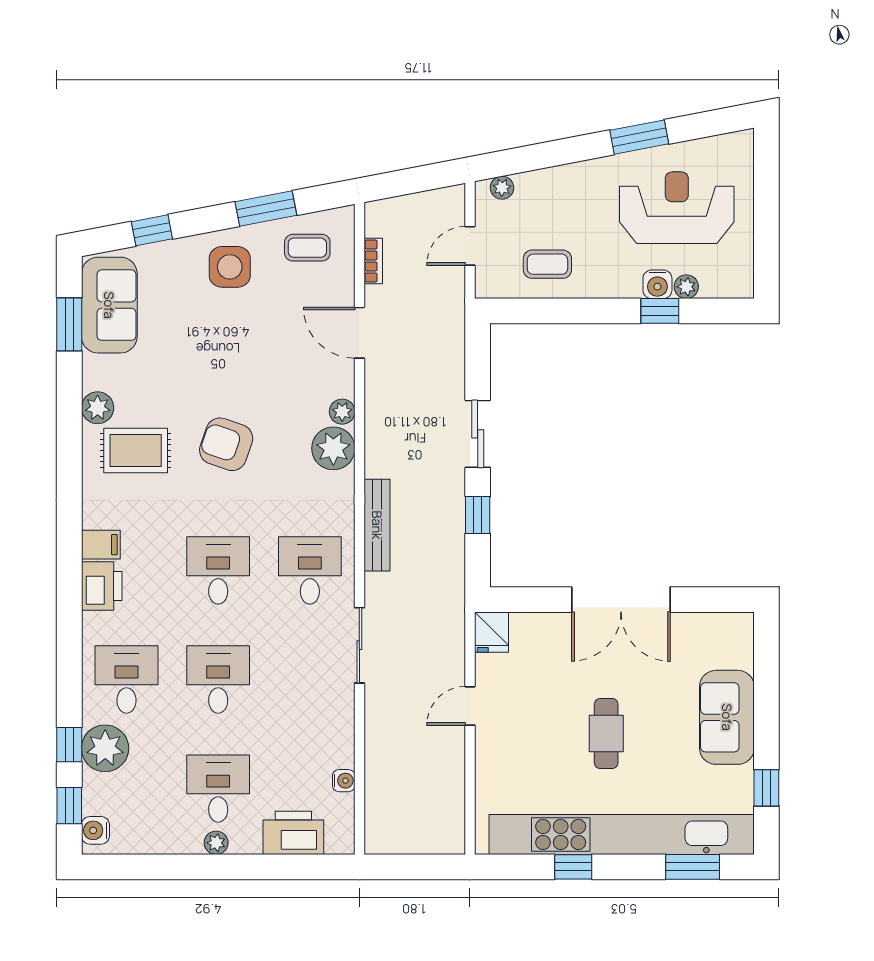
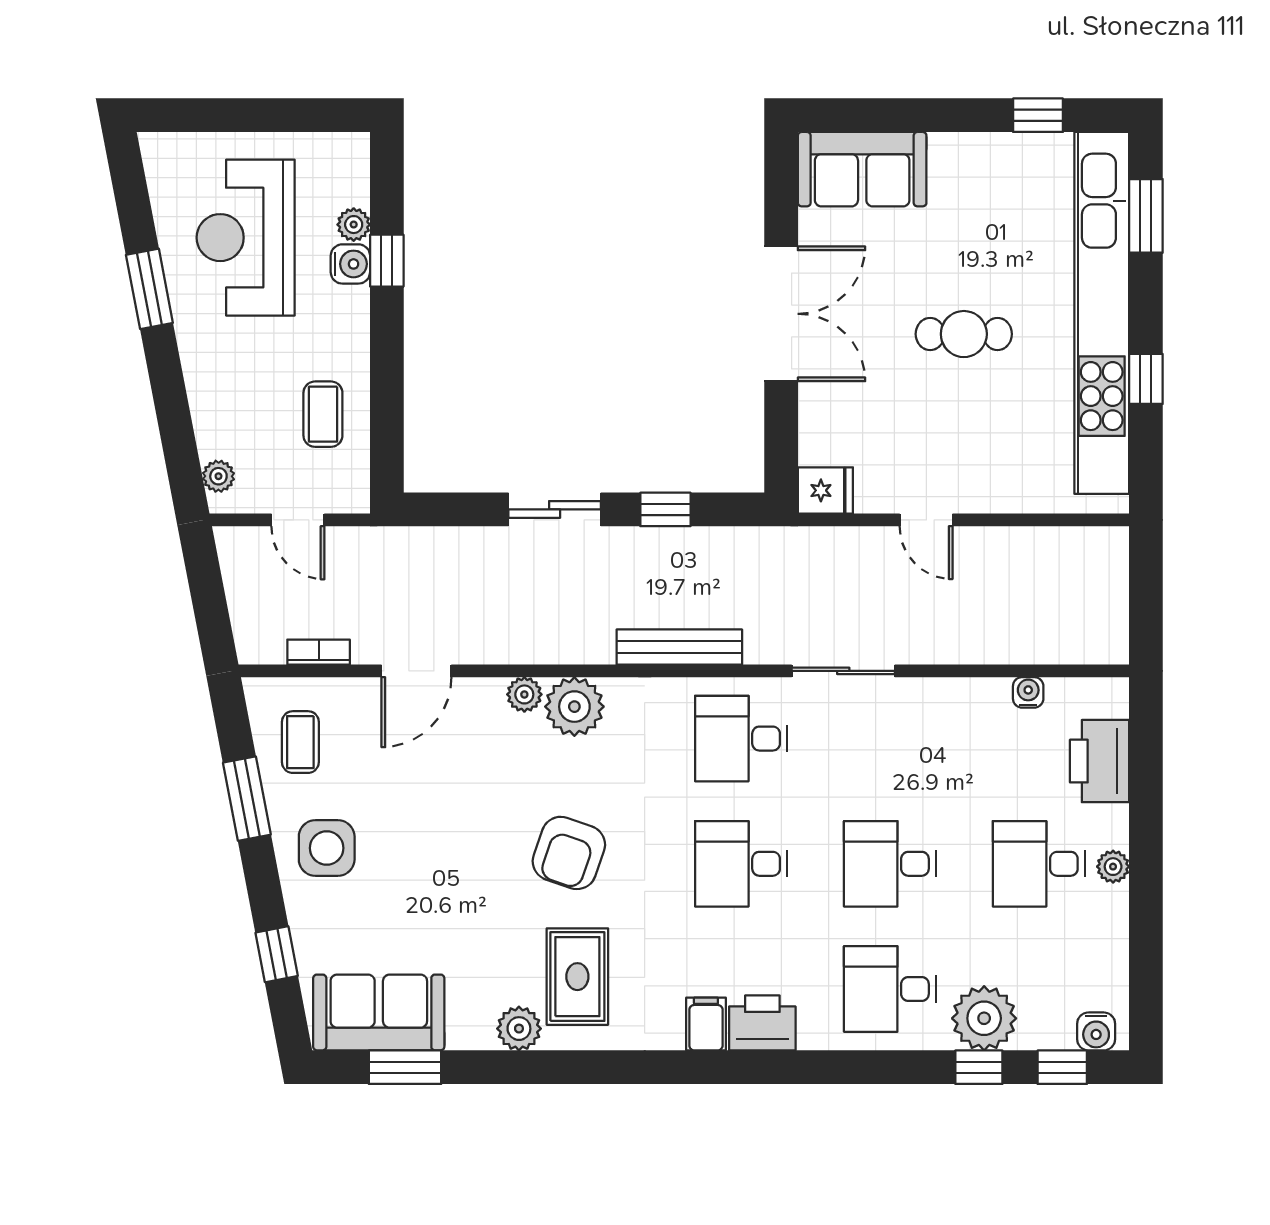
sofa: (727, 717) -> (862, 169), moved

